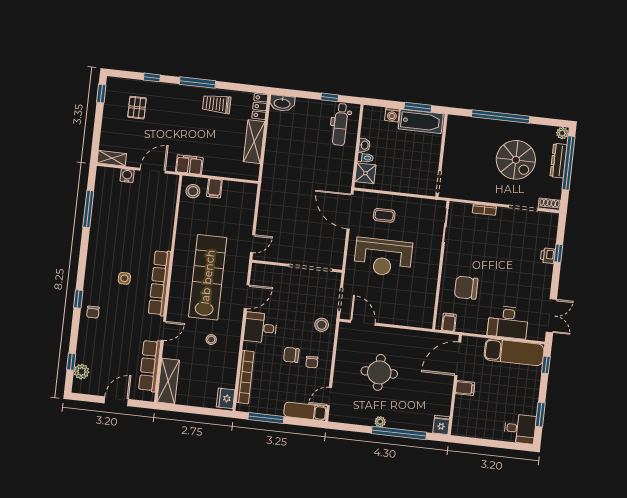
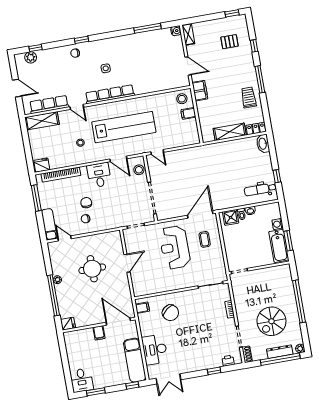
water cooler: (127, 176) -> (176, 31), moved
printer: (548, 256) -> (228, 361), moved
chair: (466, 288) -> (170, 313), turned 142
door: (363, 323) -> (127, 263), moved
stool: (322, 325) -> (139, 170), moved

